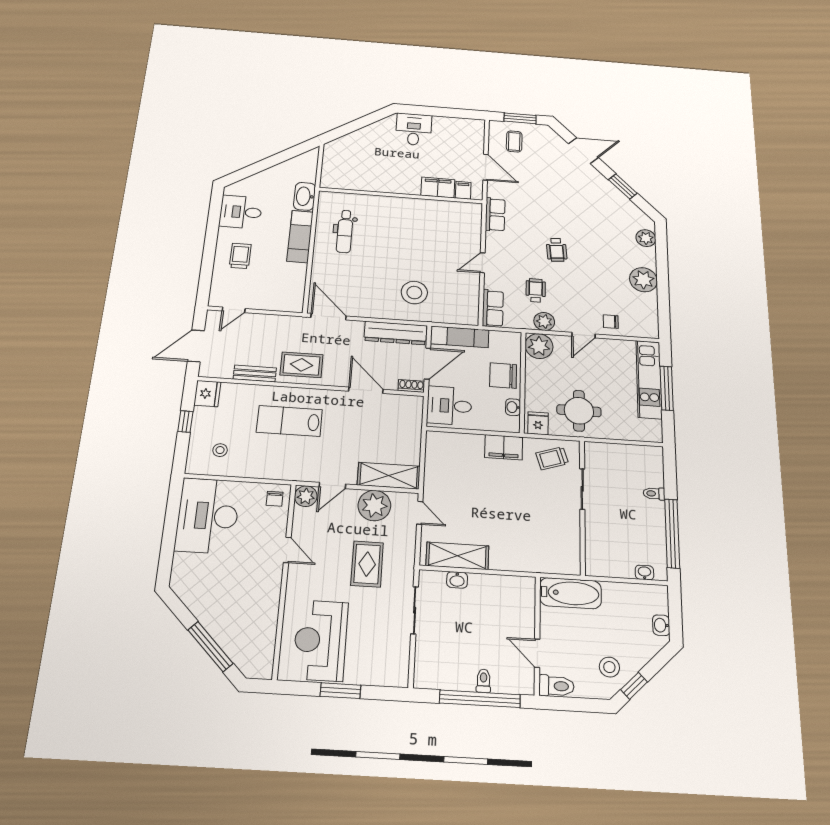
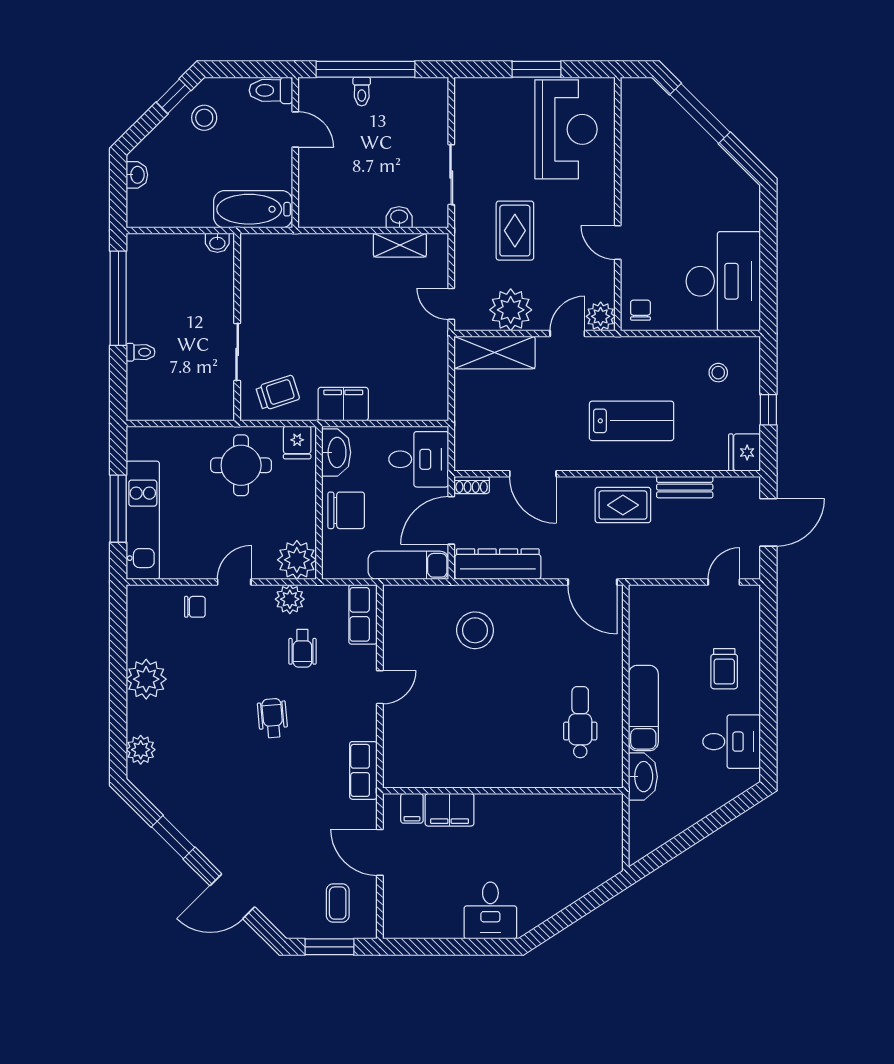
washbasin: (513, 407) -> (336, 452), width x1.91, depth x1.45
shelving: (457, 556) -> (400, 245), width x0.67, depth x0.75
washbasin: (644, 573) -> (217, 243), moved

